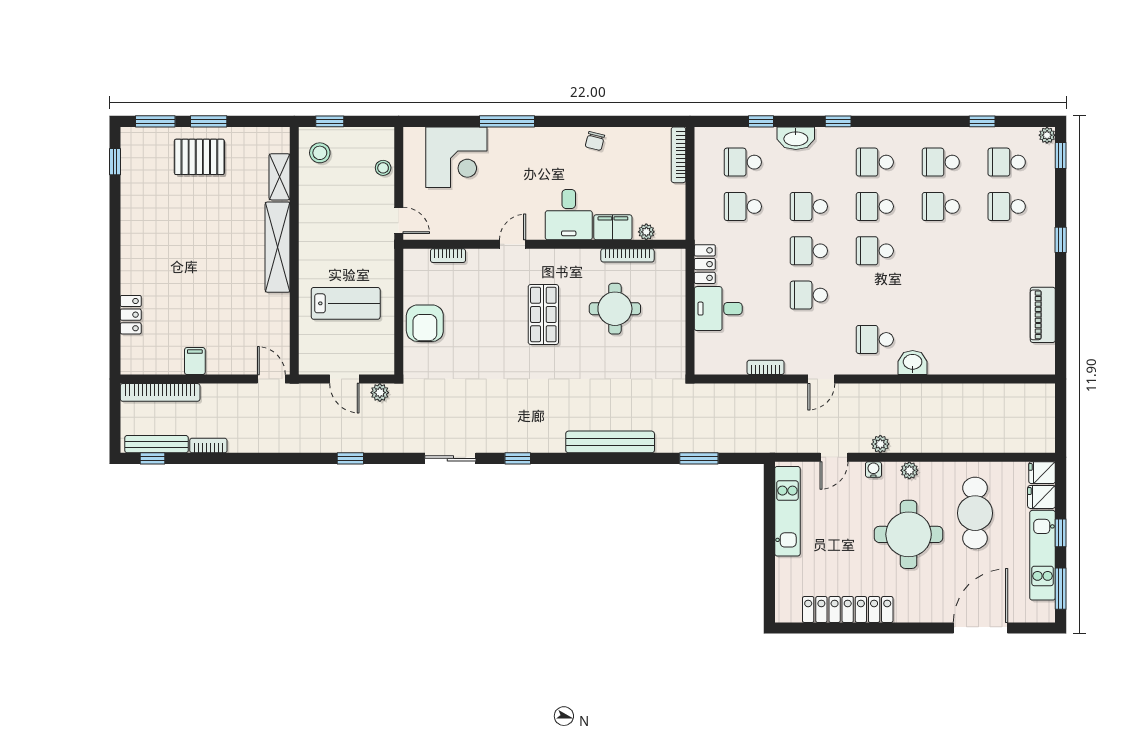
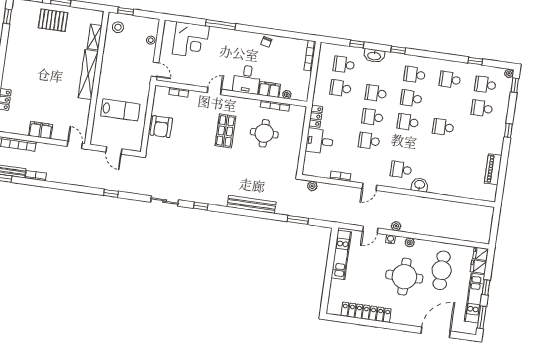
school desk: (941, 206) -> (443, 127), moved
filing cabinet: (195, 361) -> (41, 130), width x2.00
plant: (380, 393) -> (312, 186), moved

